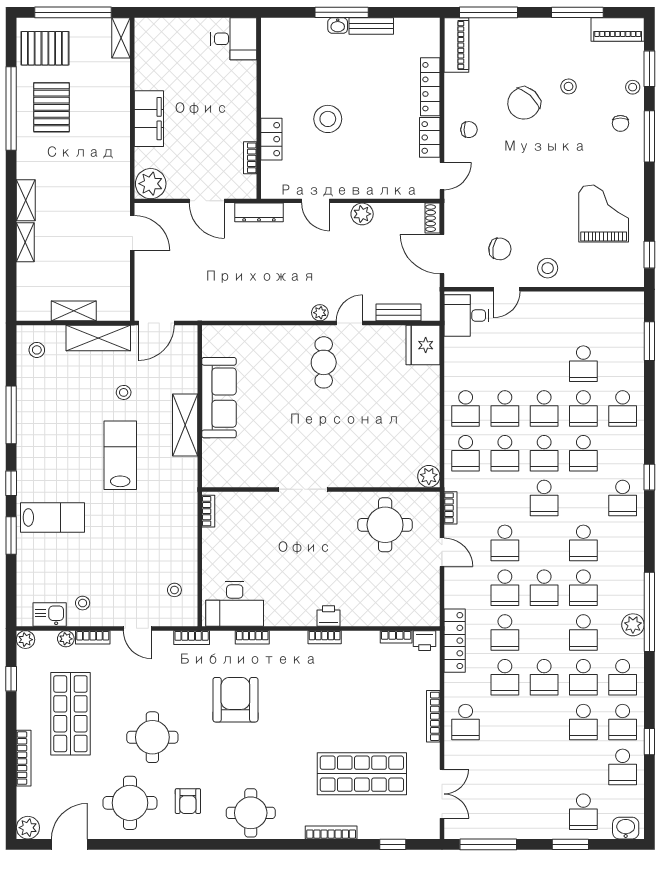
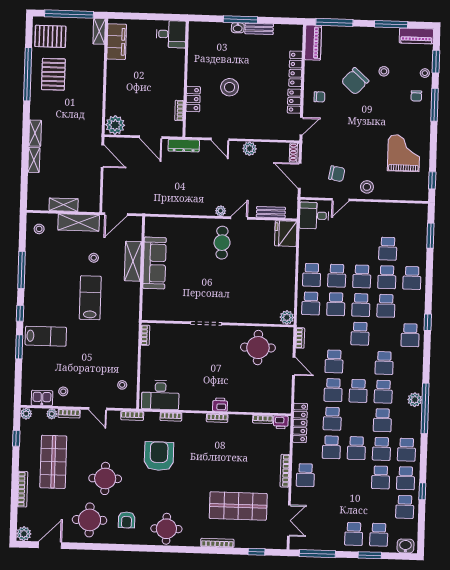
filing cabinet: (149, 119) -> (117, 42), moved
shelving: (185, 425) -> (133, 261), moved
plant: (633, 625) -> (415, 400), moved
school desk: (544, 812) -> (354, 534), added

